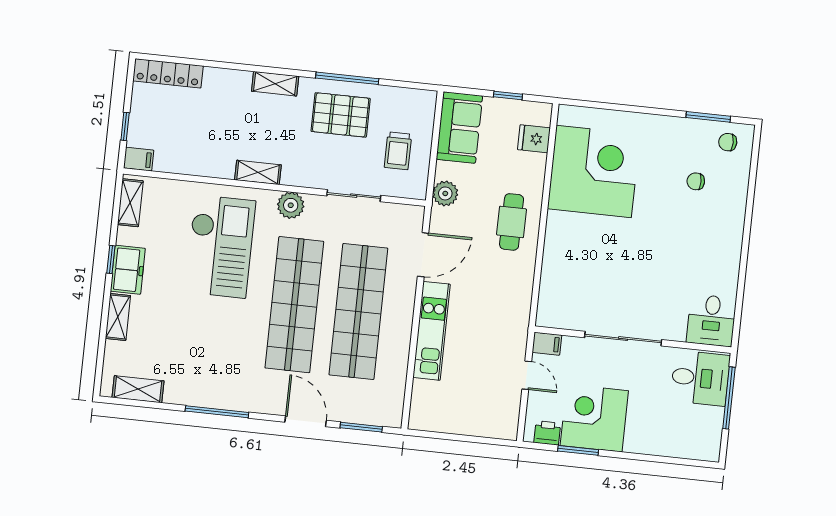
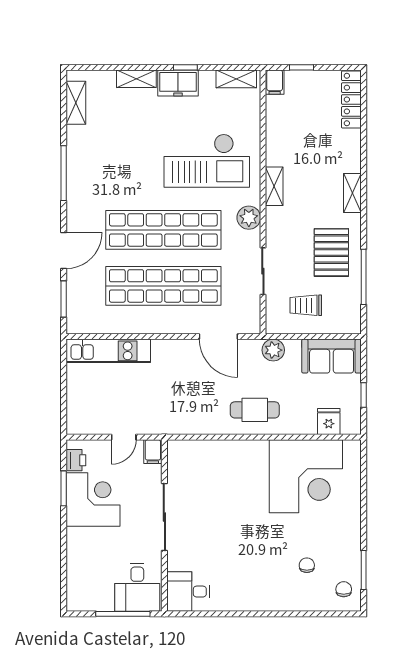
window: (347, 78) -> (364, 277), moved
kitchen unit: (432, 331) -> (108, 351), moved

